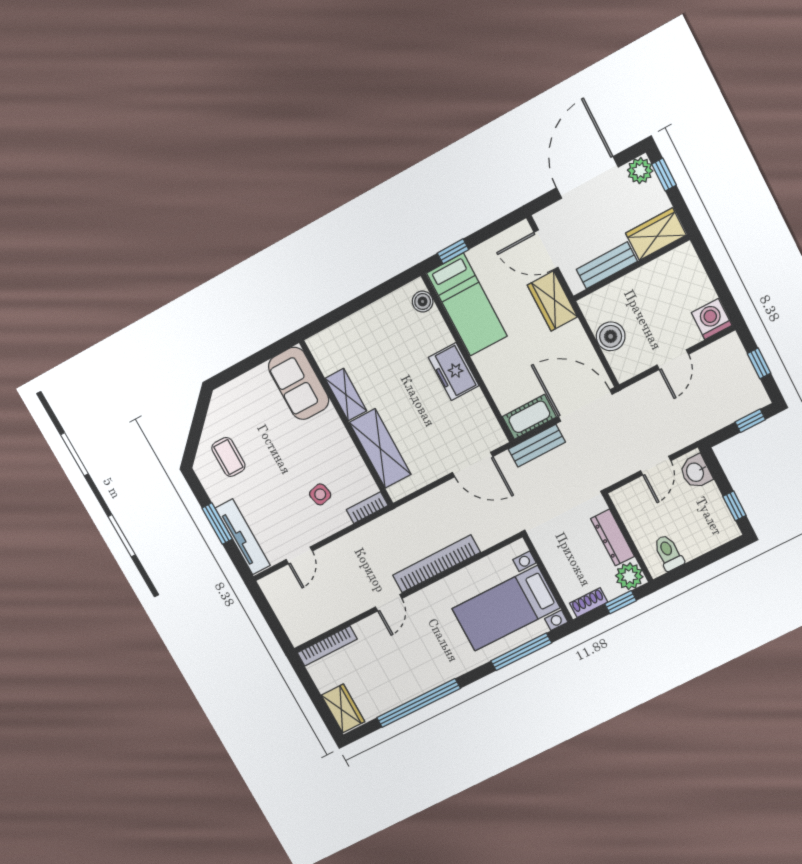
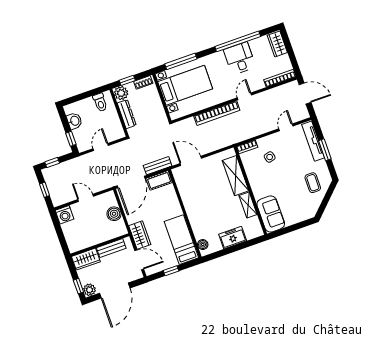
window: (453, 251) -> (171, 271), moved
door: (673, 360) -> (86, 198), hinge flipped
freezer: (454, 372) -> (233, 238), moved, turned -90
door: (585, 406) -> (131, 182), hinge flipped
washbasin: (696, 472) -> (74, 121), moved
window: (734, 506) -> (71, 139), moved
door: (274, 624) -> (305, 93), added
desk: (410, 672) -> (240, 58), added

